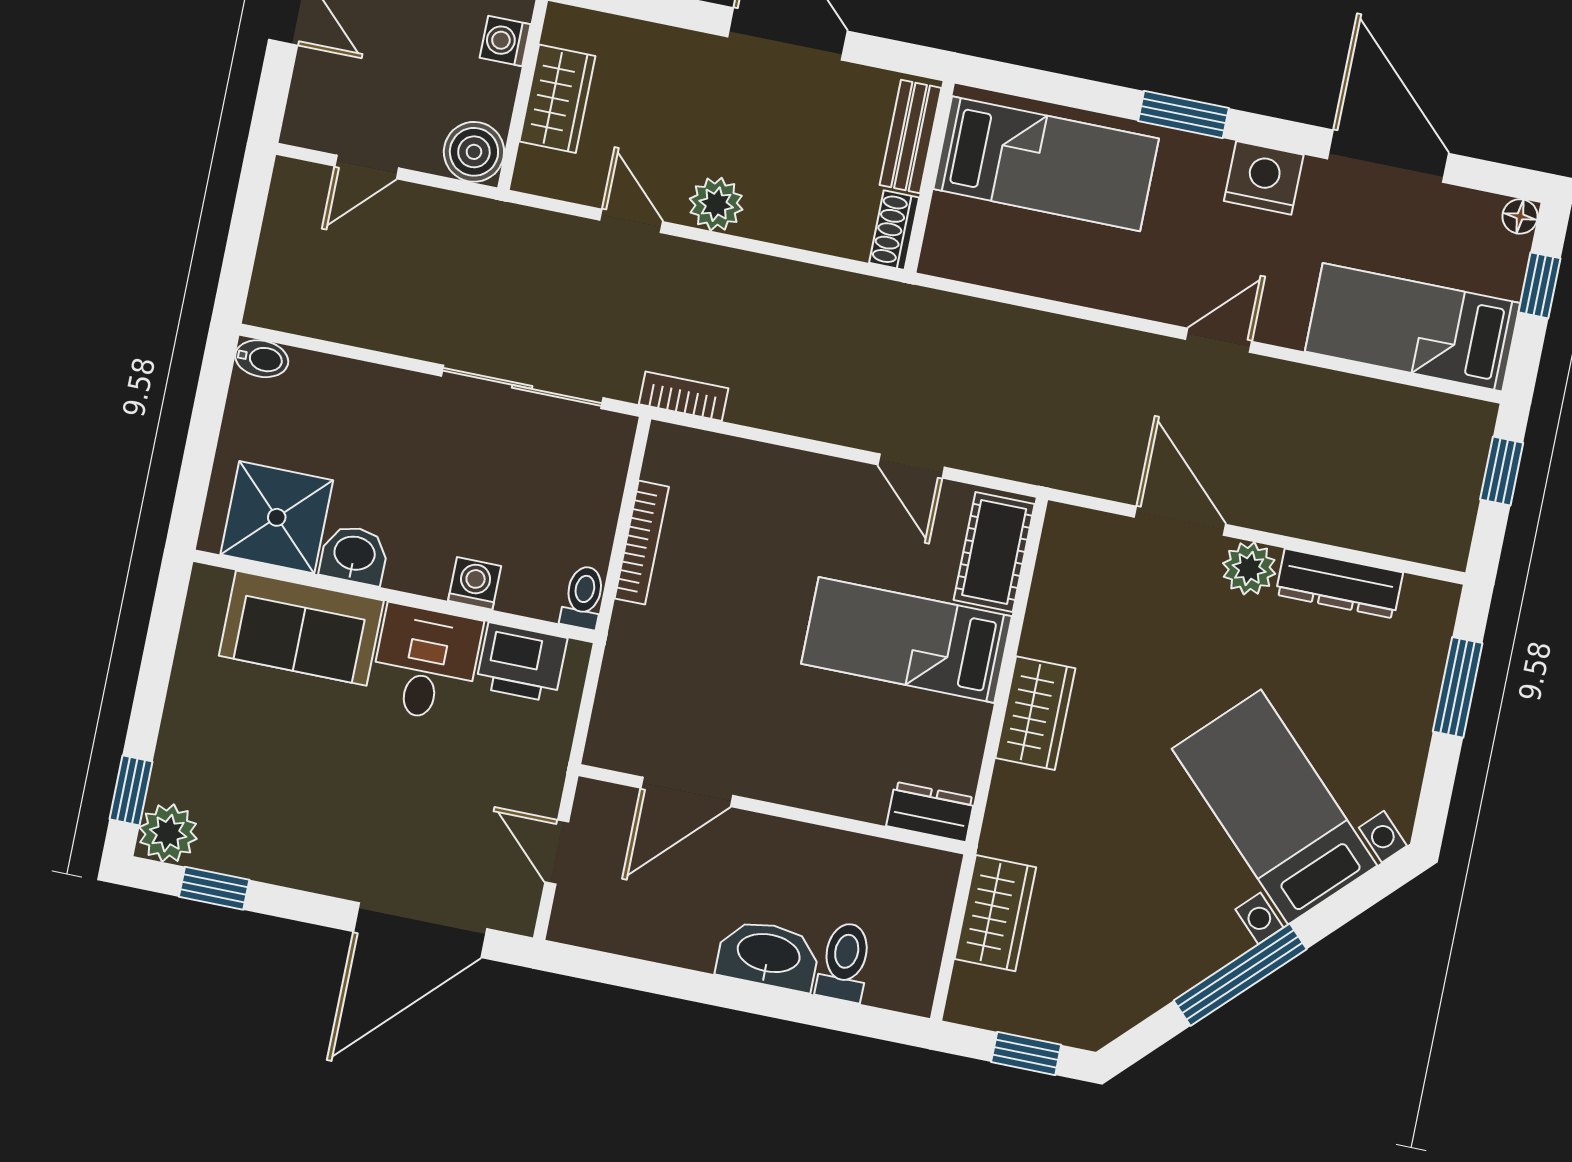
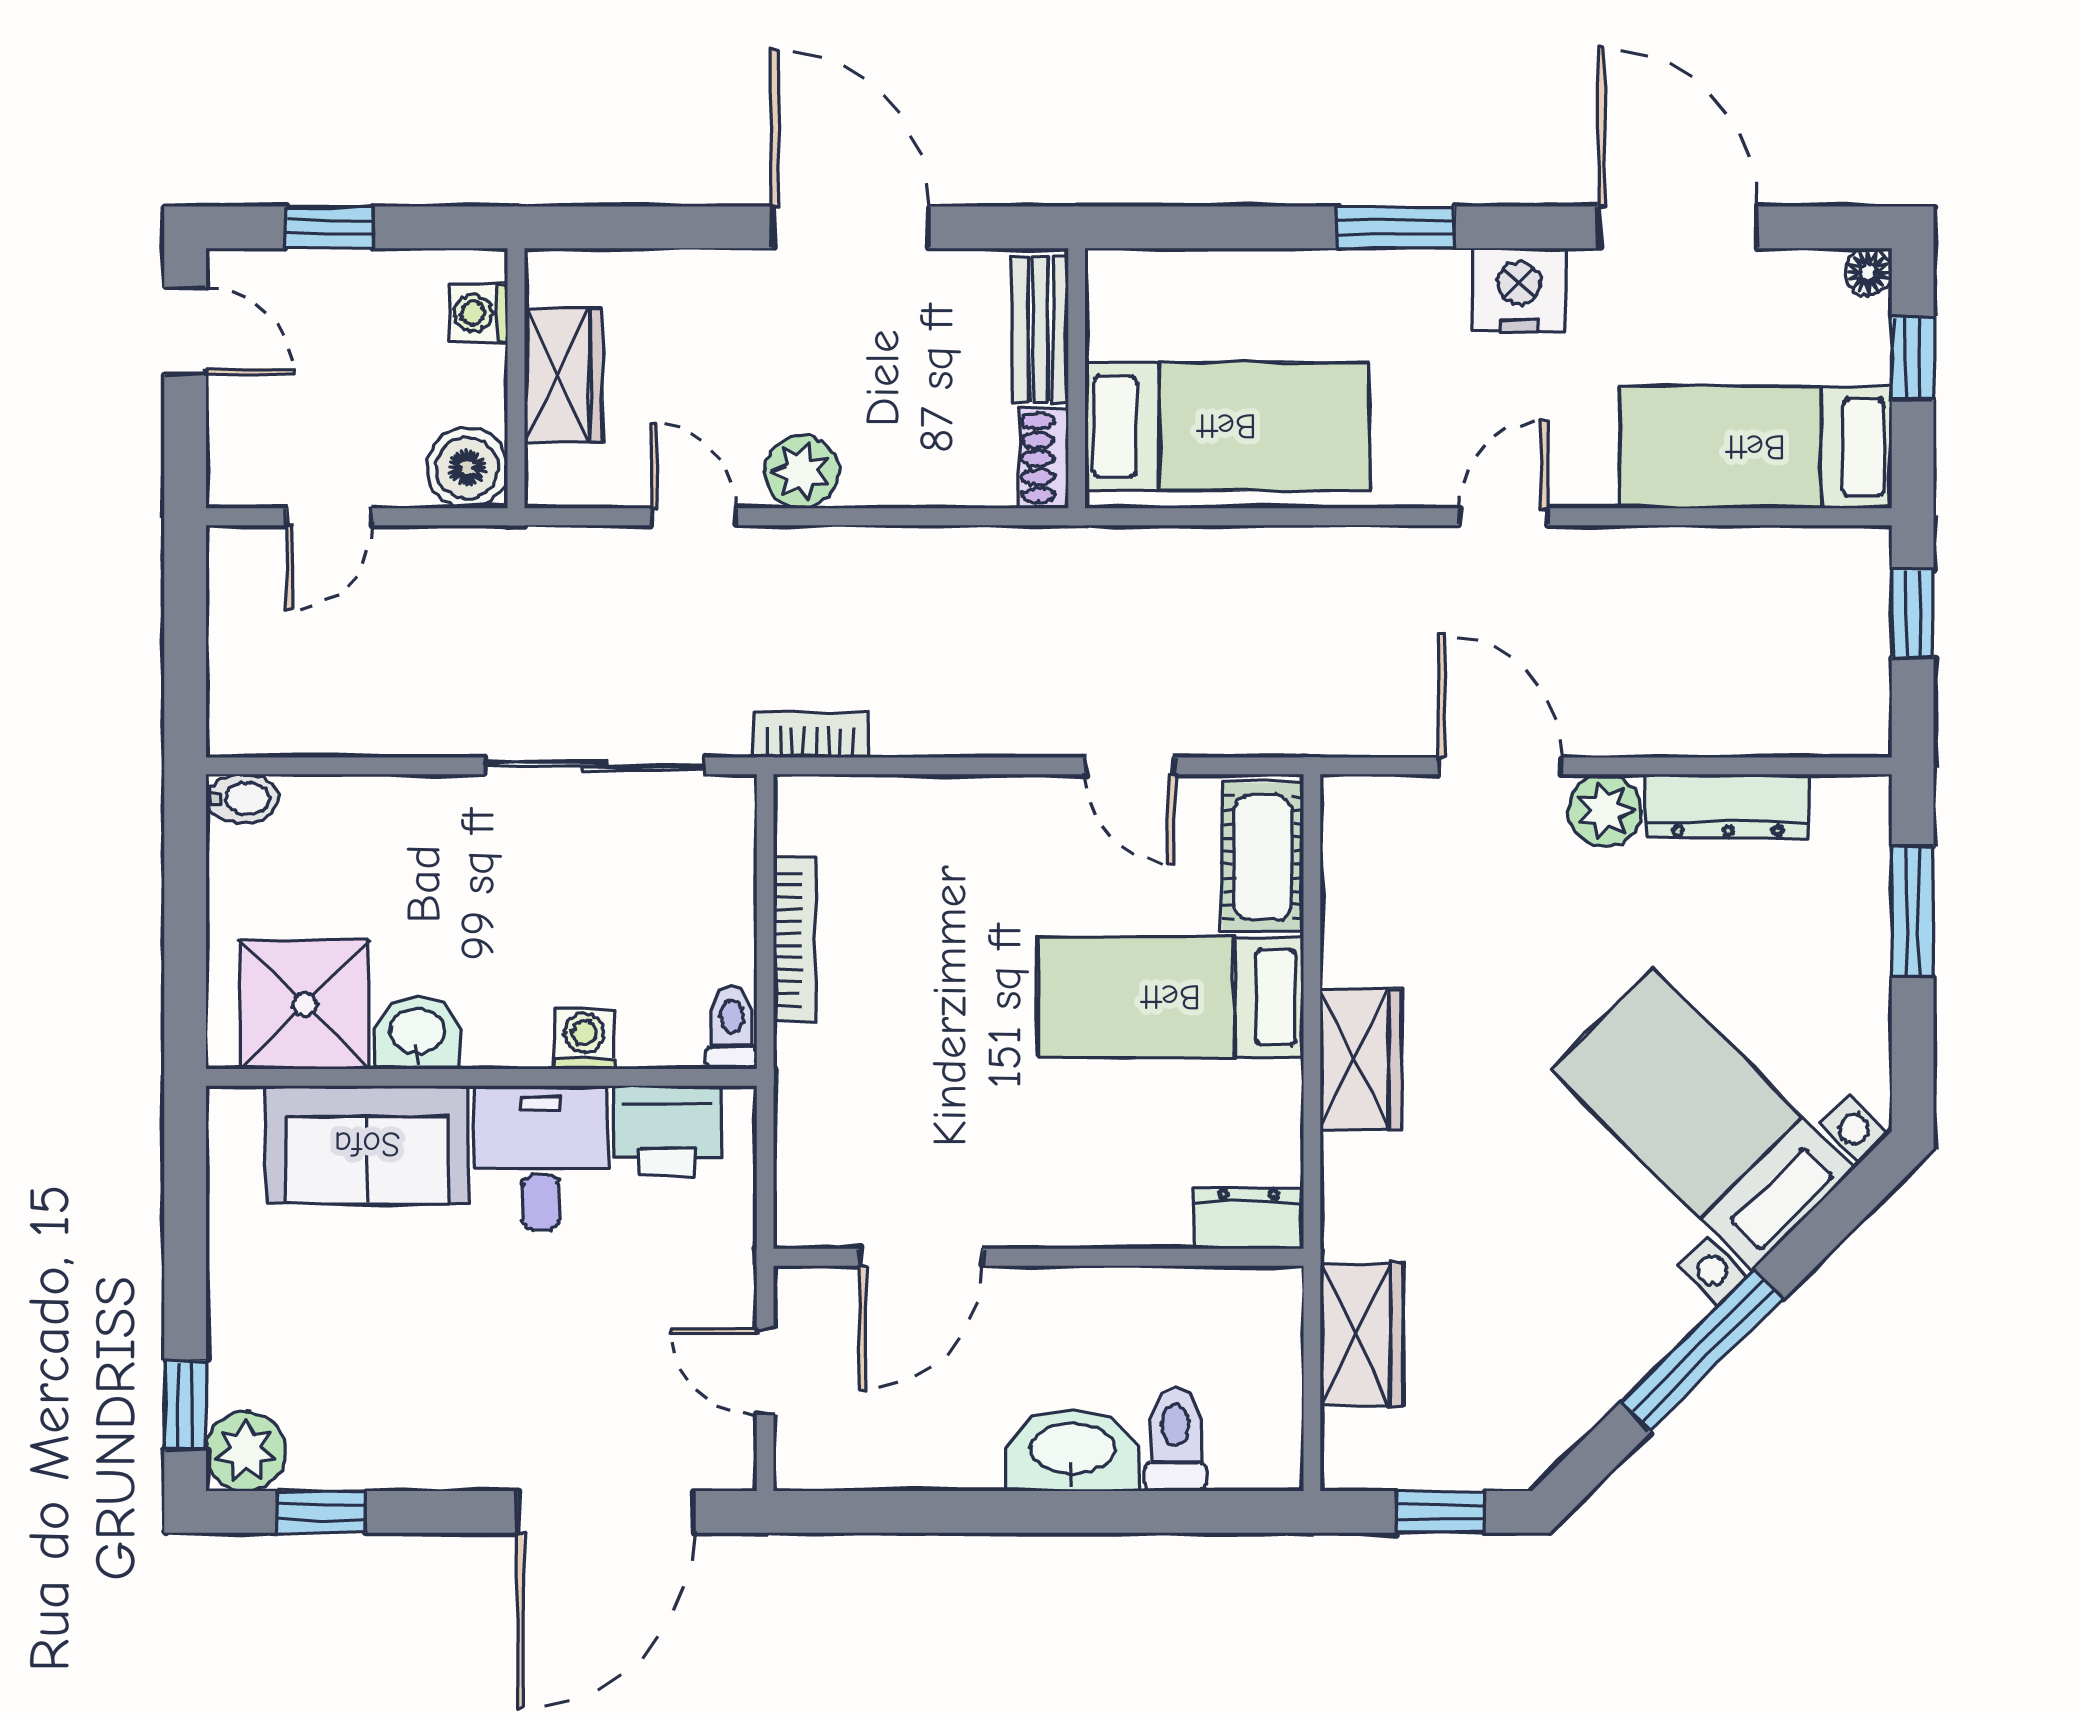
bed: (1046, 164) -> (1227, 426), moved

